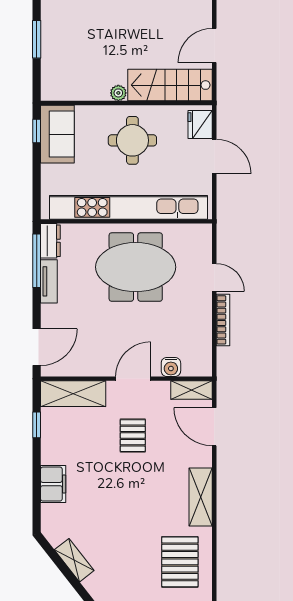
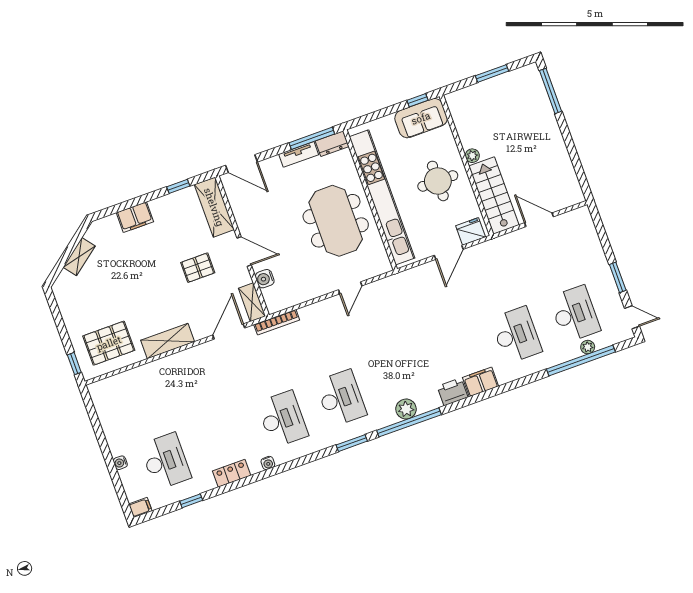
bookcase: (223, 320) -> (277, 322), moved

